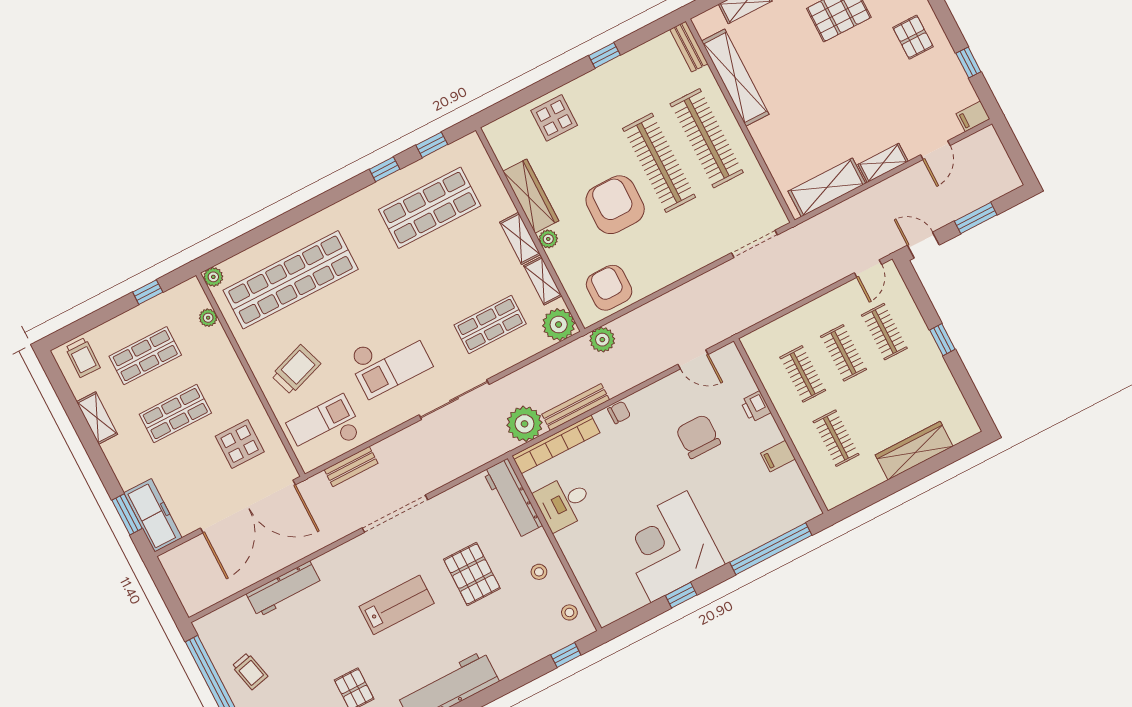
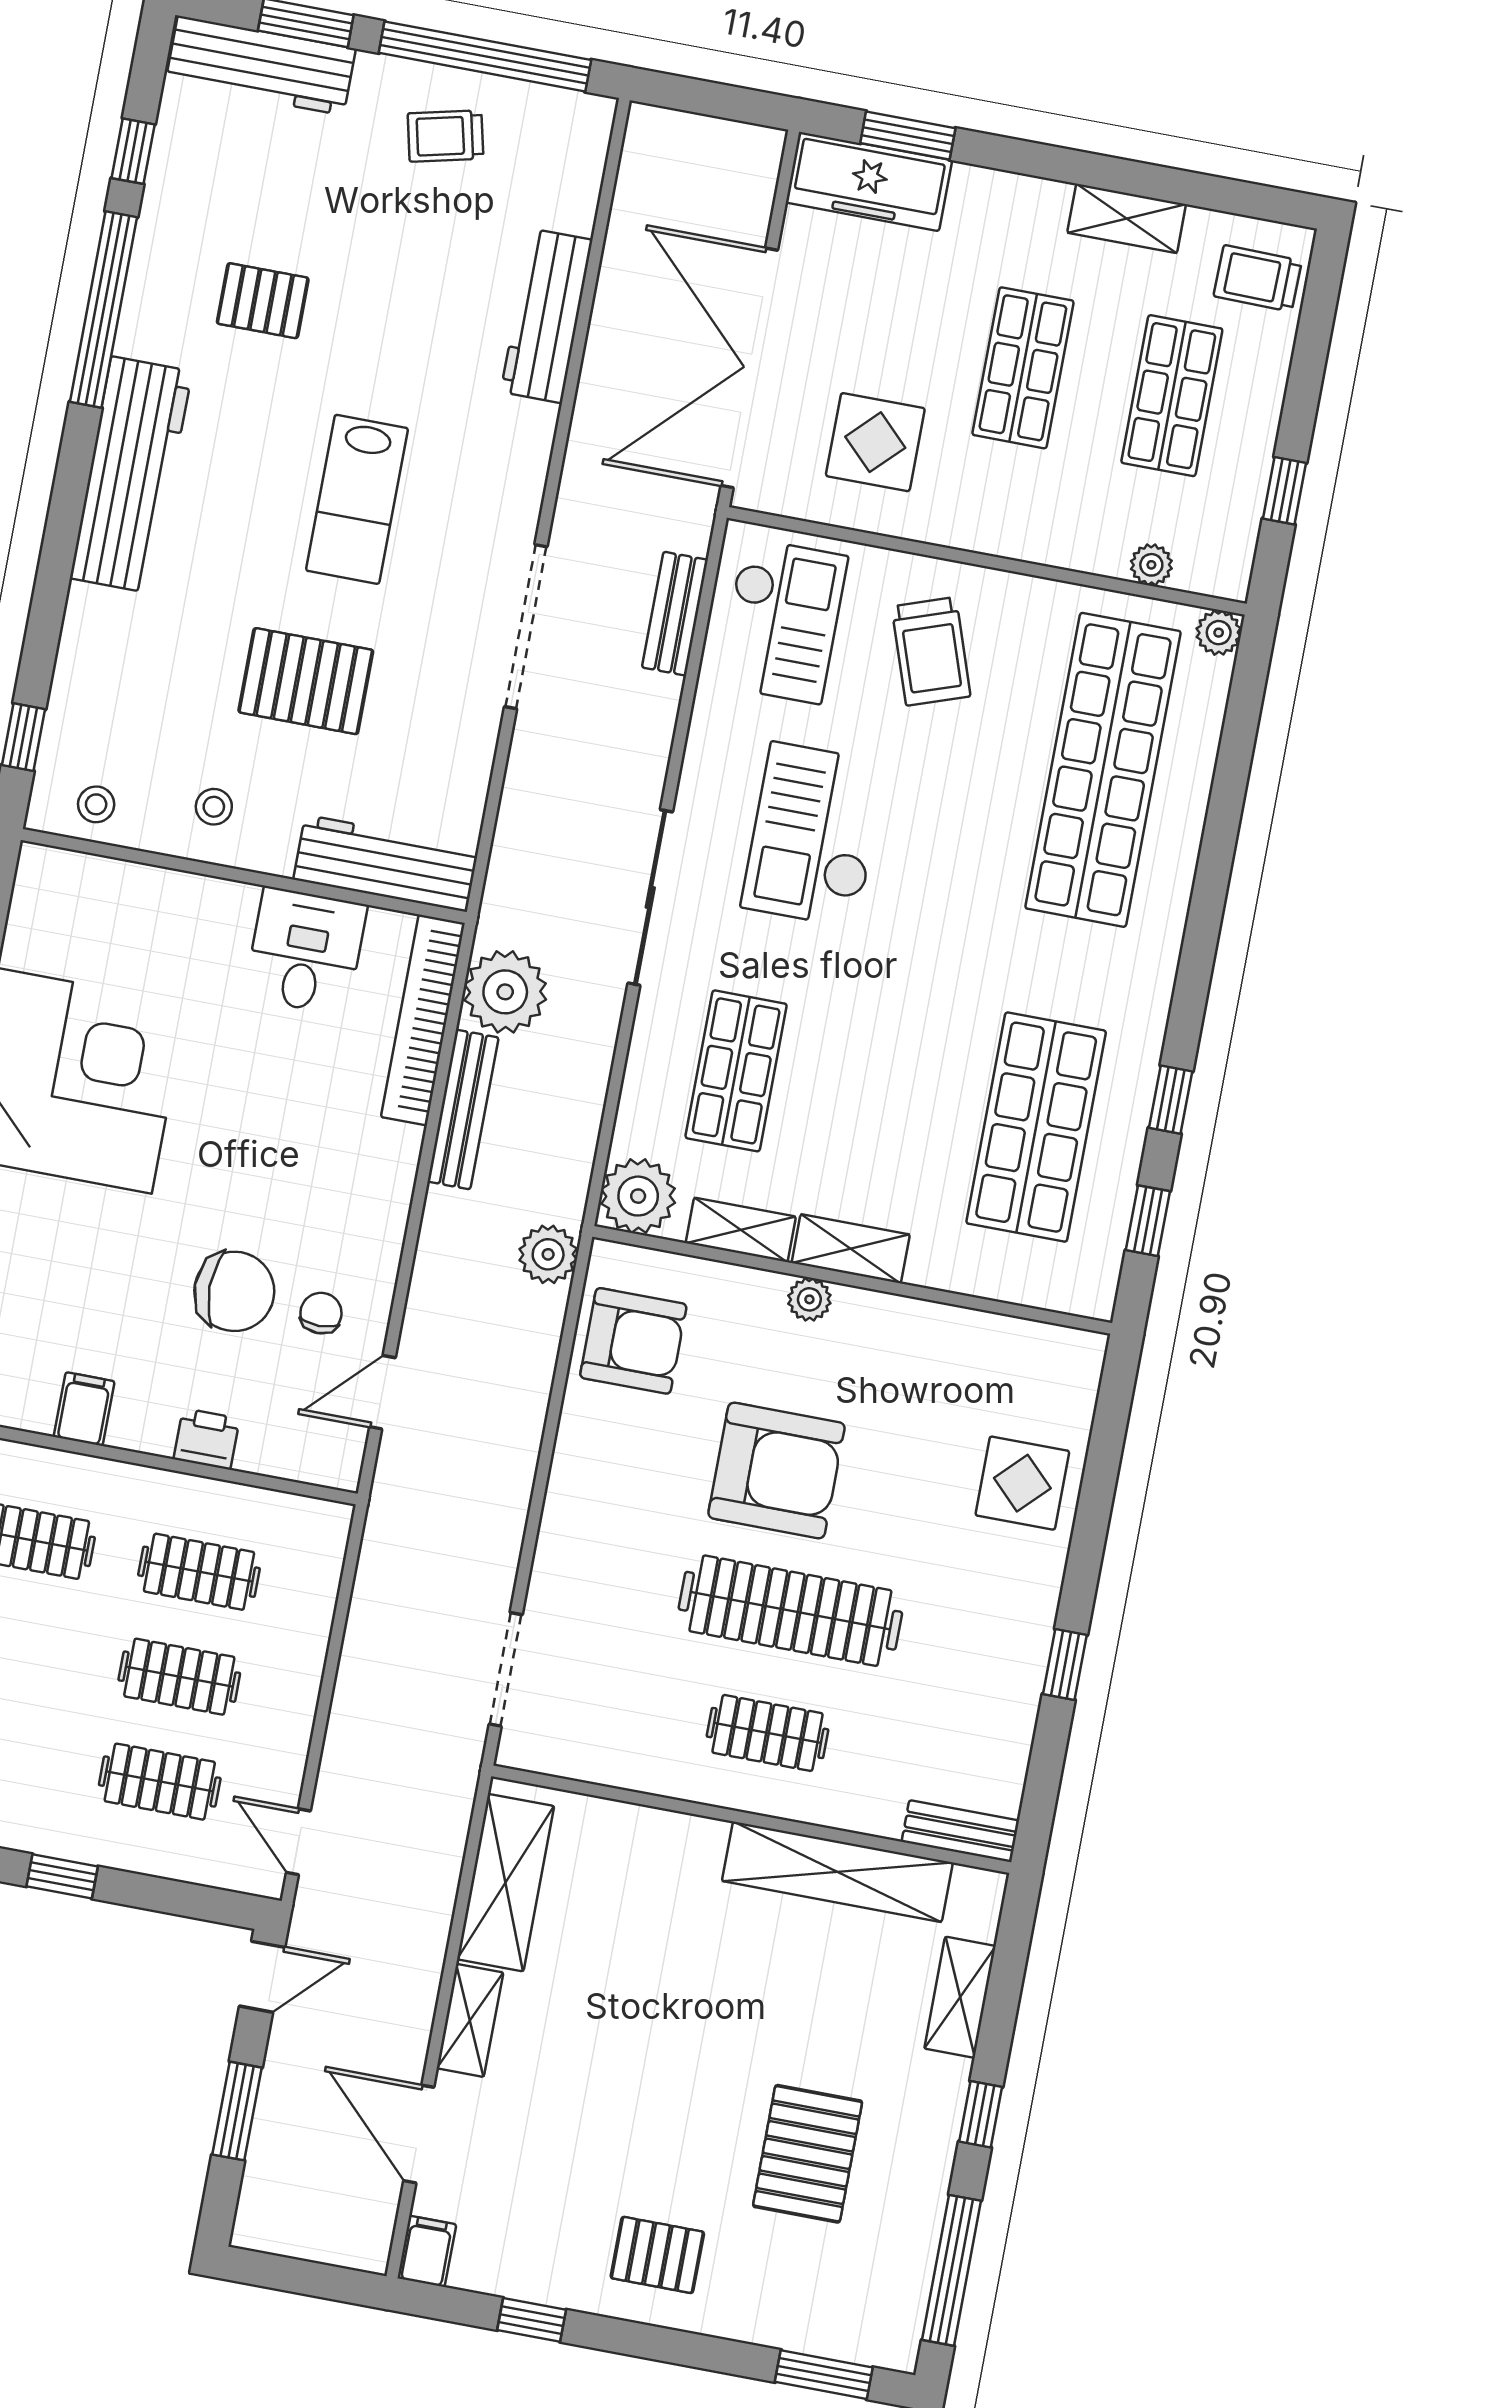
clothes rail: (707, 138) -> (767, 1733), width x0.54, depth x0.76
door: (935, 150) -> (419, 2134), width x1.38
wardrobe: (531, 196) -> (913, 1329), removed
chair: (619, 412) -> (321, 1313), moved, turned 180

